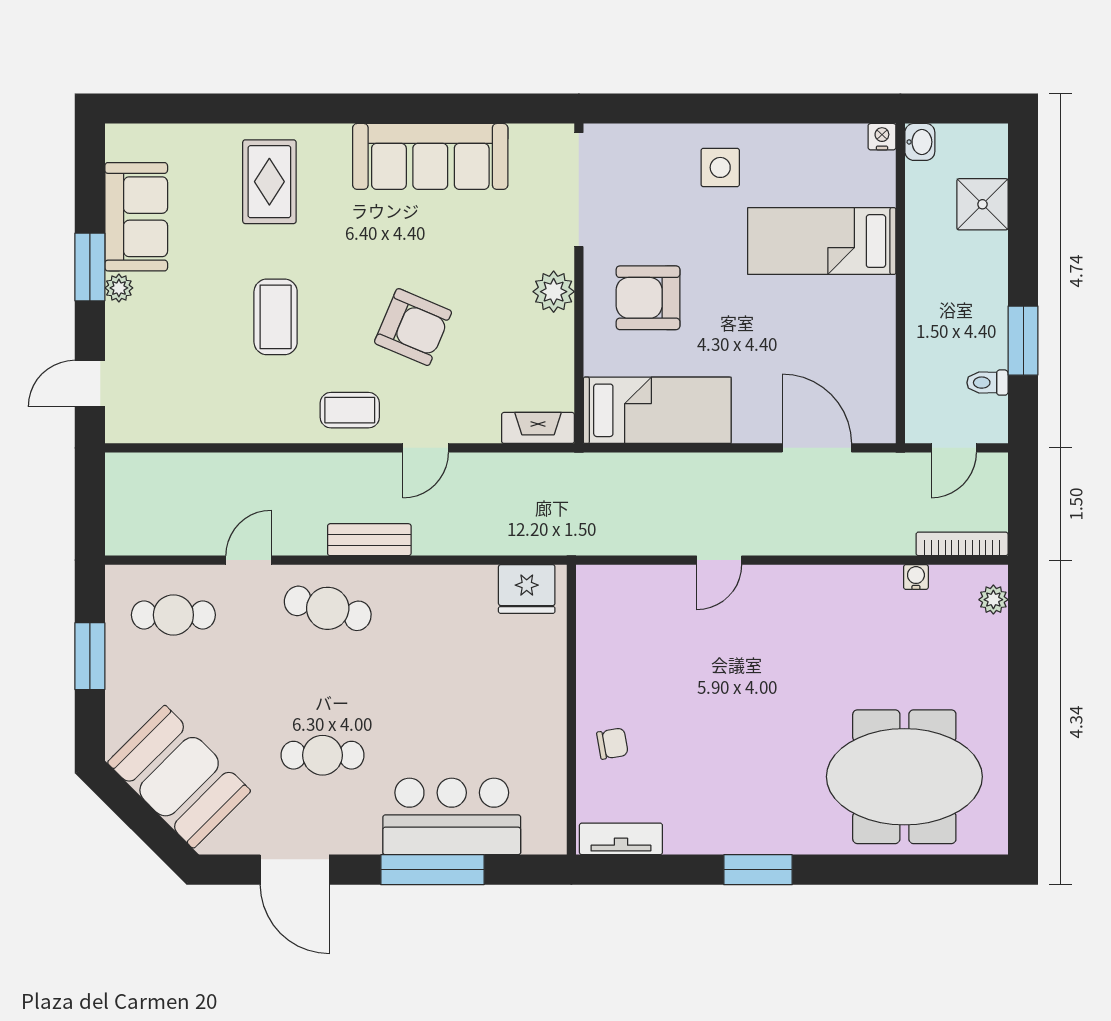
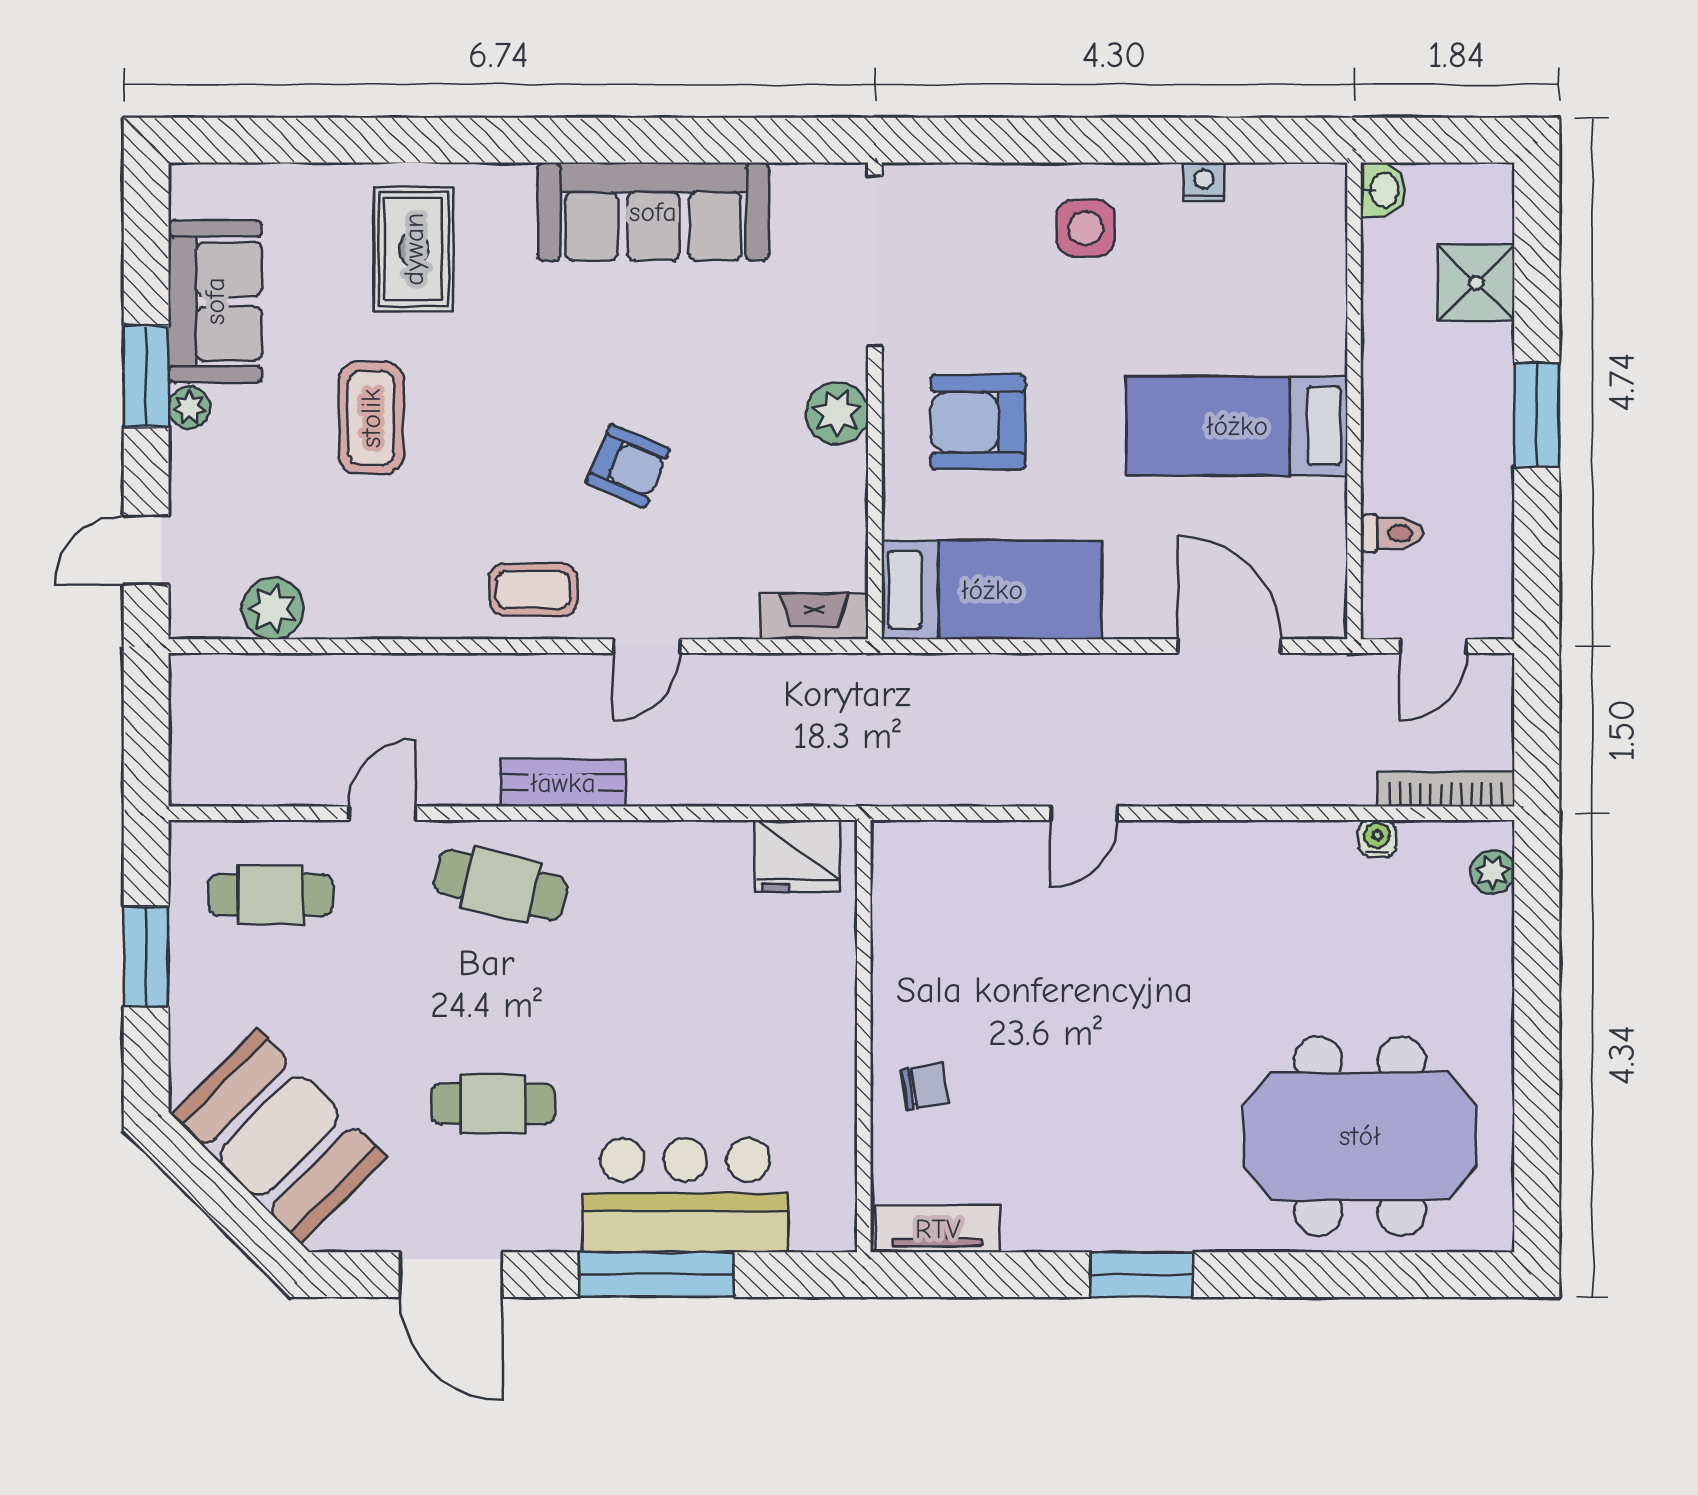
nightstand: (882, 137) -> (1204, 182), moved
bed: (822, 241) -> (1237, 426), moved
coffee table: (276, 317) -> (371, 418), moved
armchair: (413, 327) -> (628, 466), width x0.72, depth x0.72
window: (1023, 341) -> (1537, 415), moved
toilet: (987, 383) -> (1391, 533), moved, turned 180
plant: (175, 423) -> (273, 609), added

